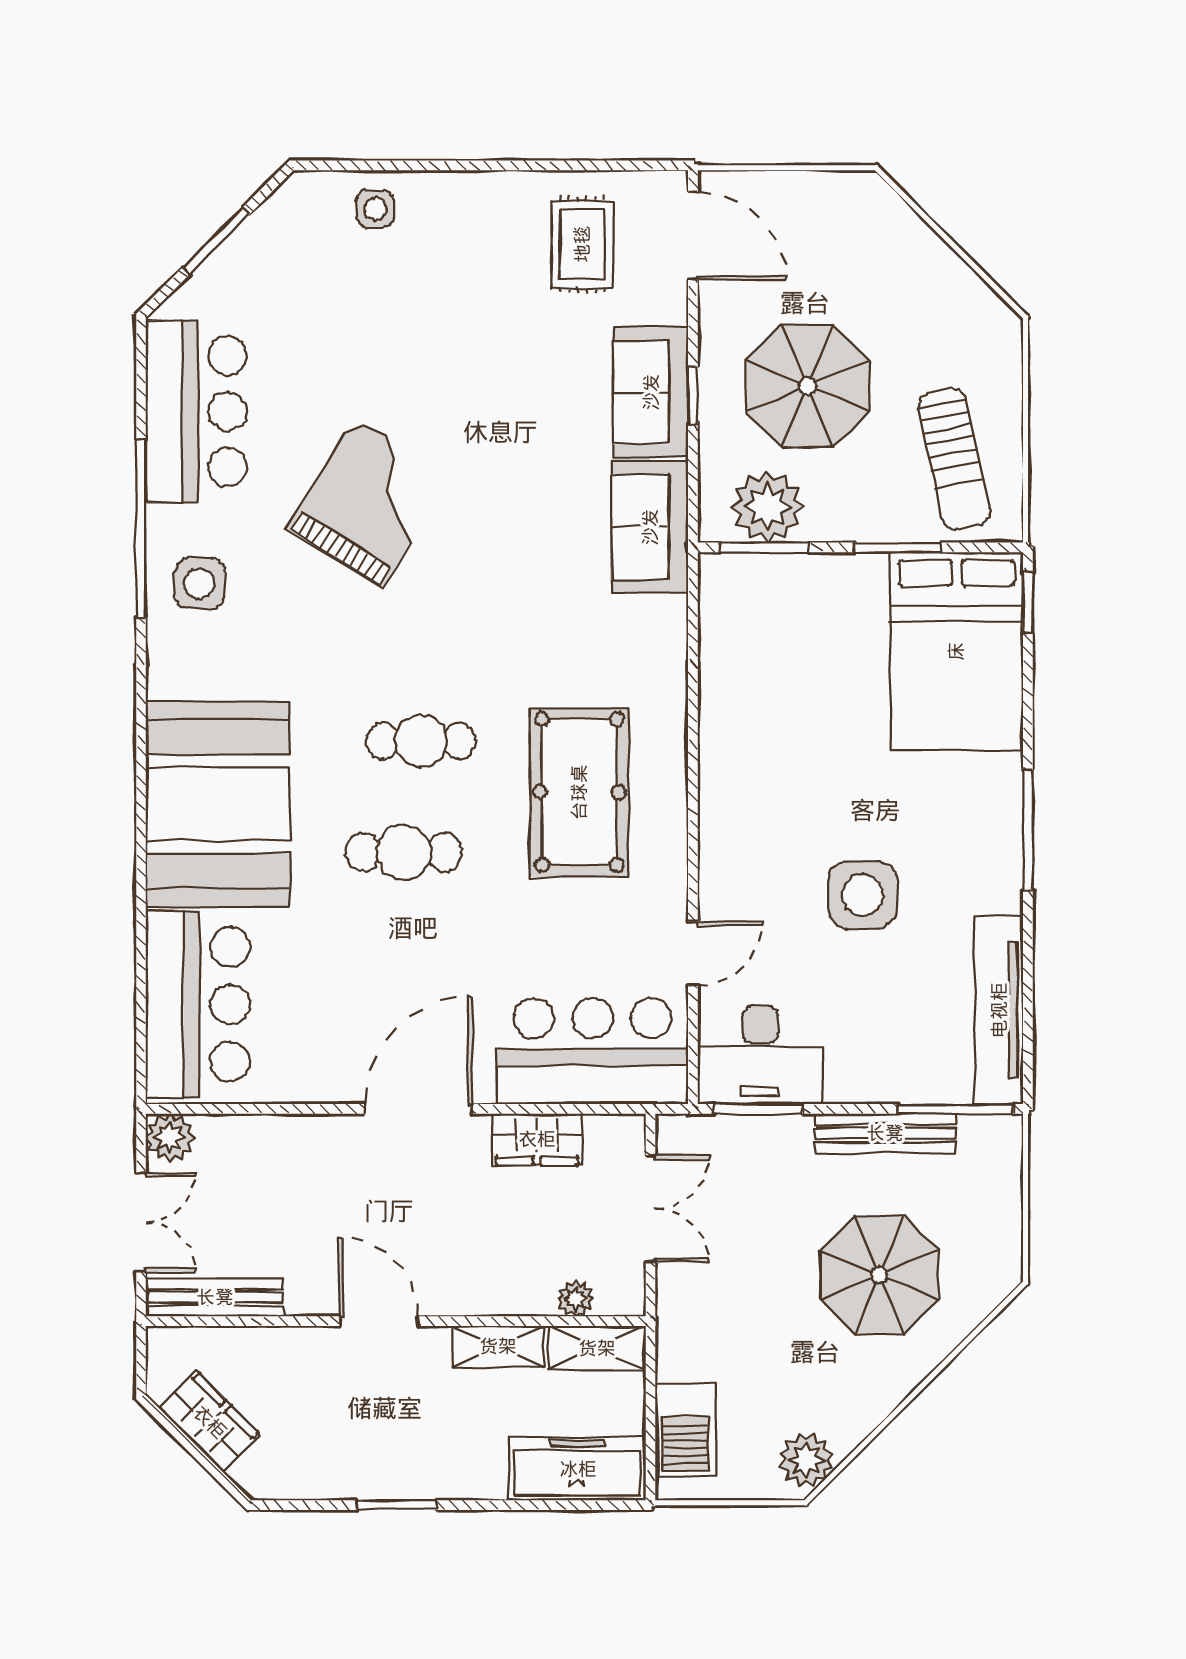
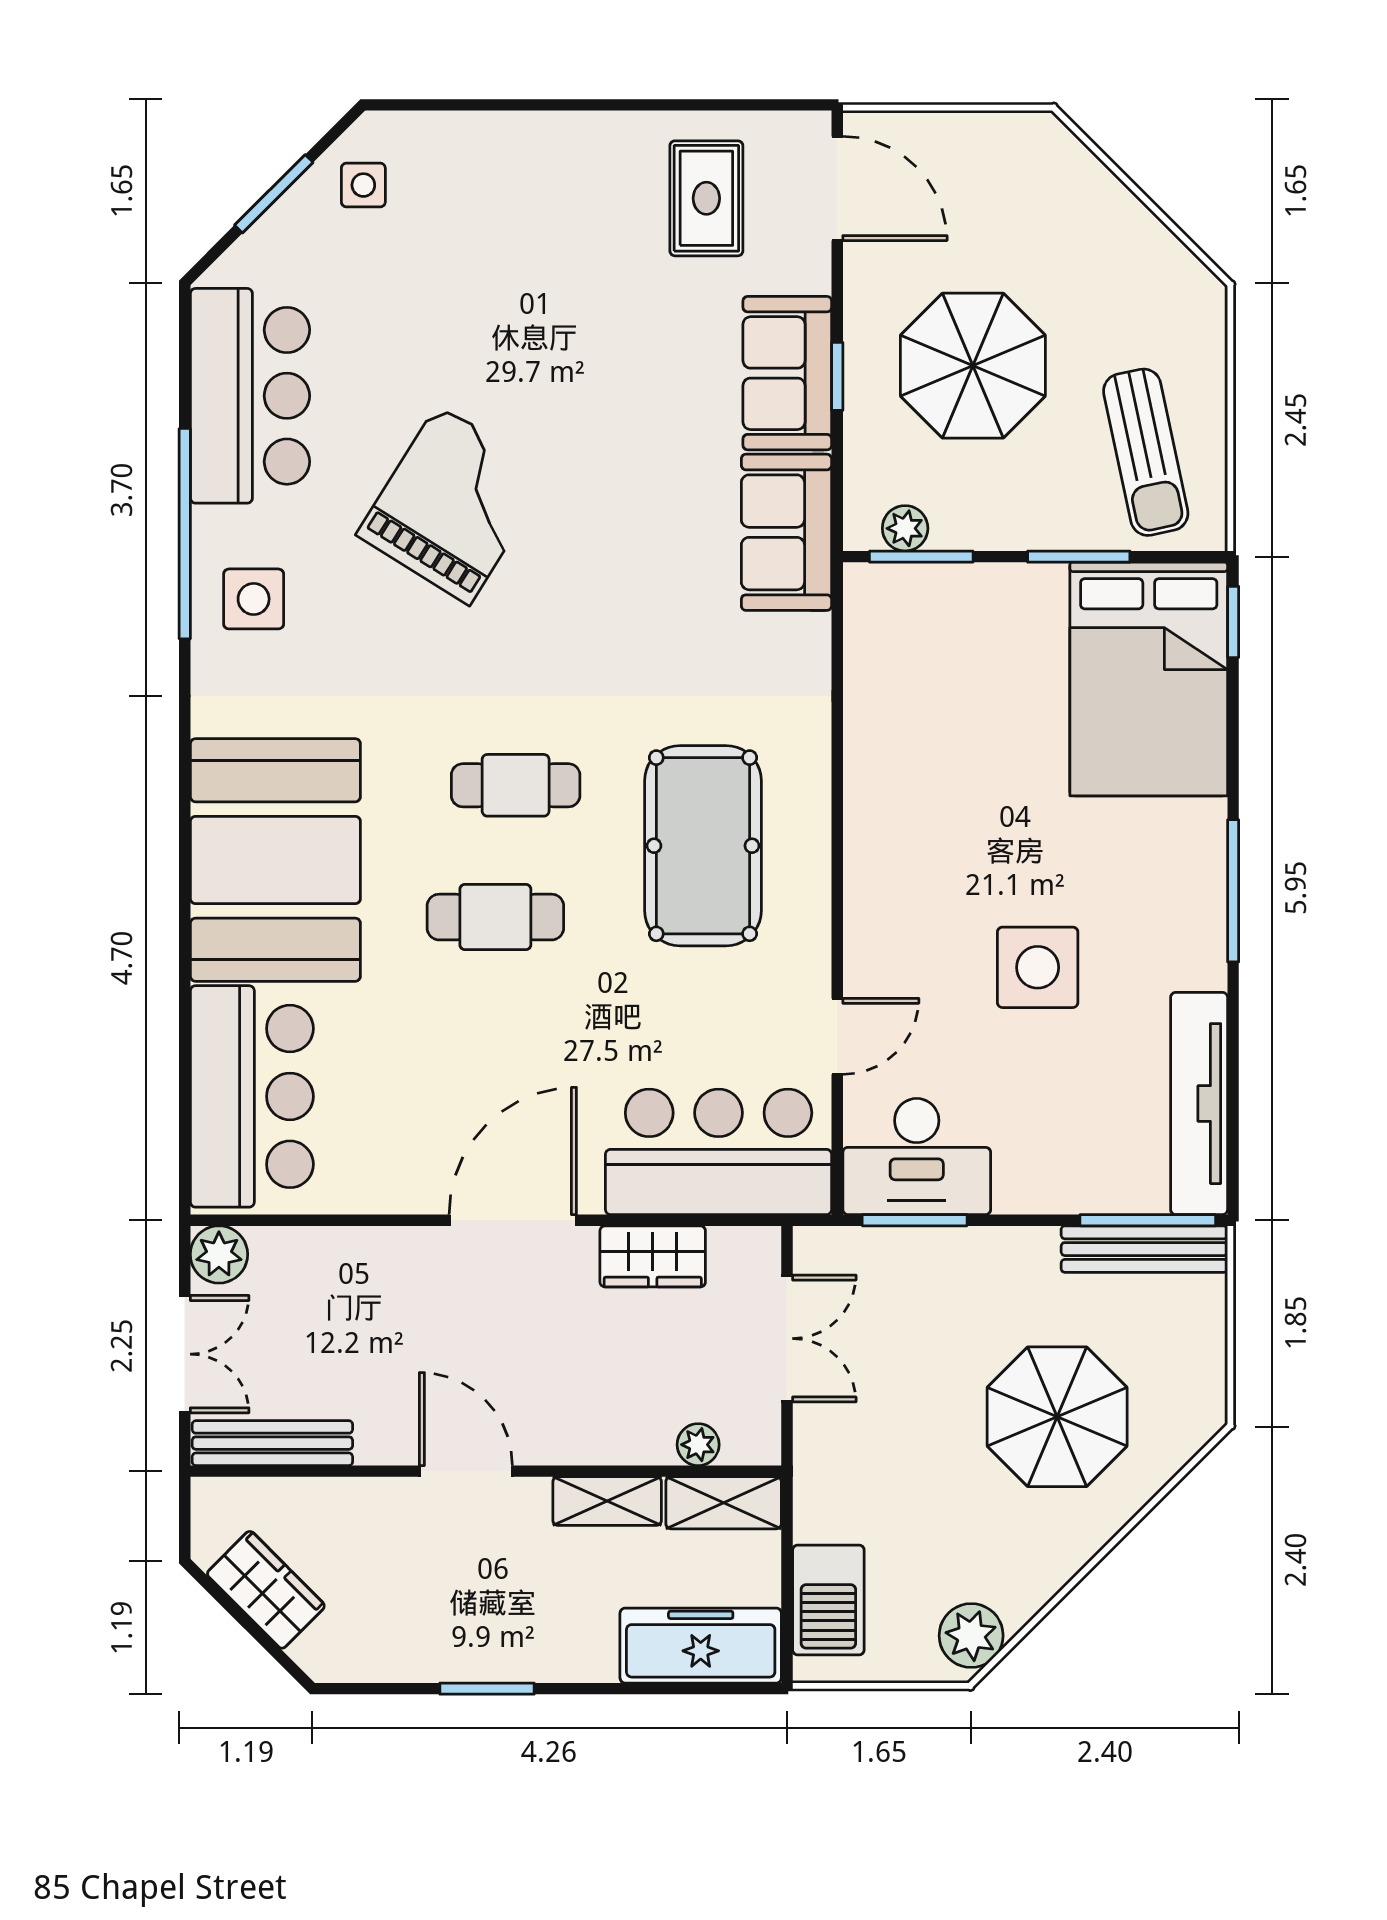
side table: (375, 209) -> (363, 185), moved
plant: (767, 507) -> (905, 528), width x0.53, depth x0.53
bench: (885, 1133) -> (1144, 1249), moved

